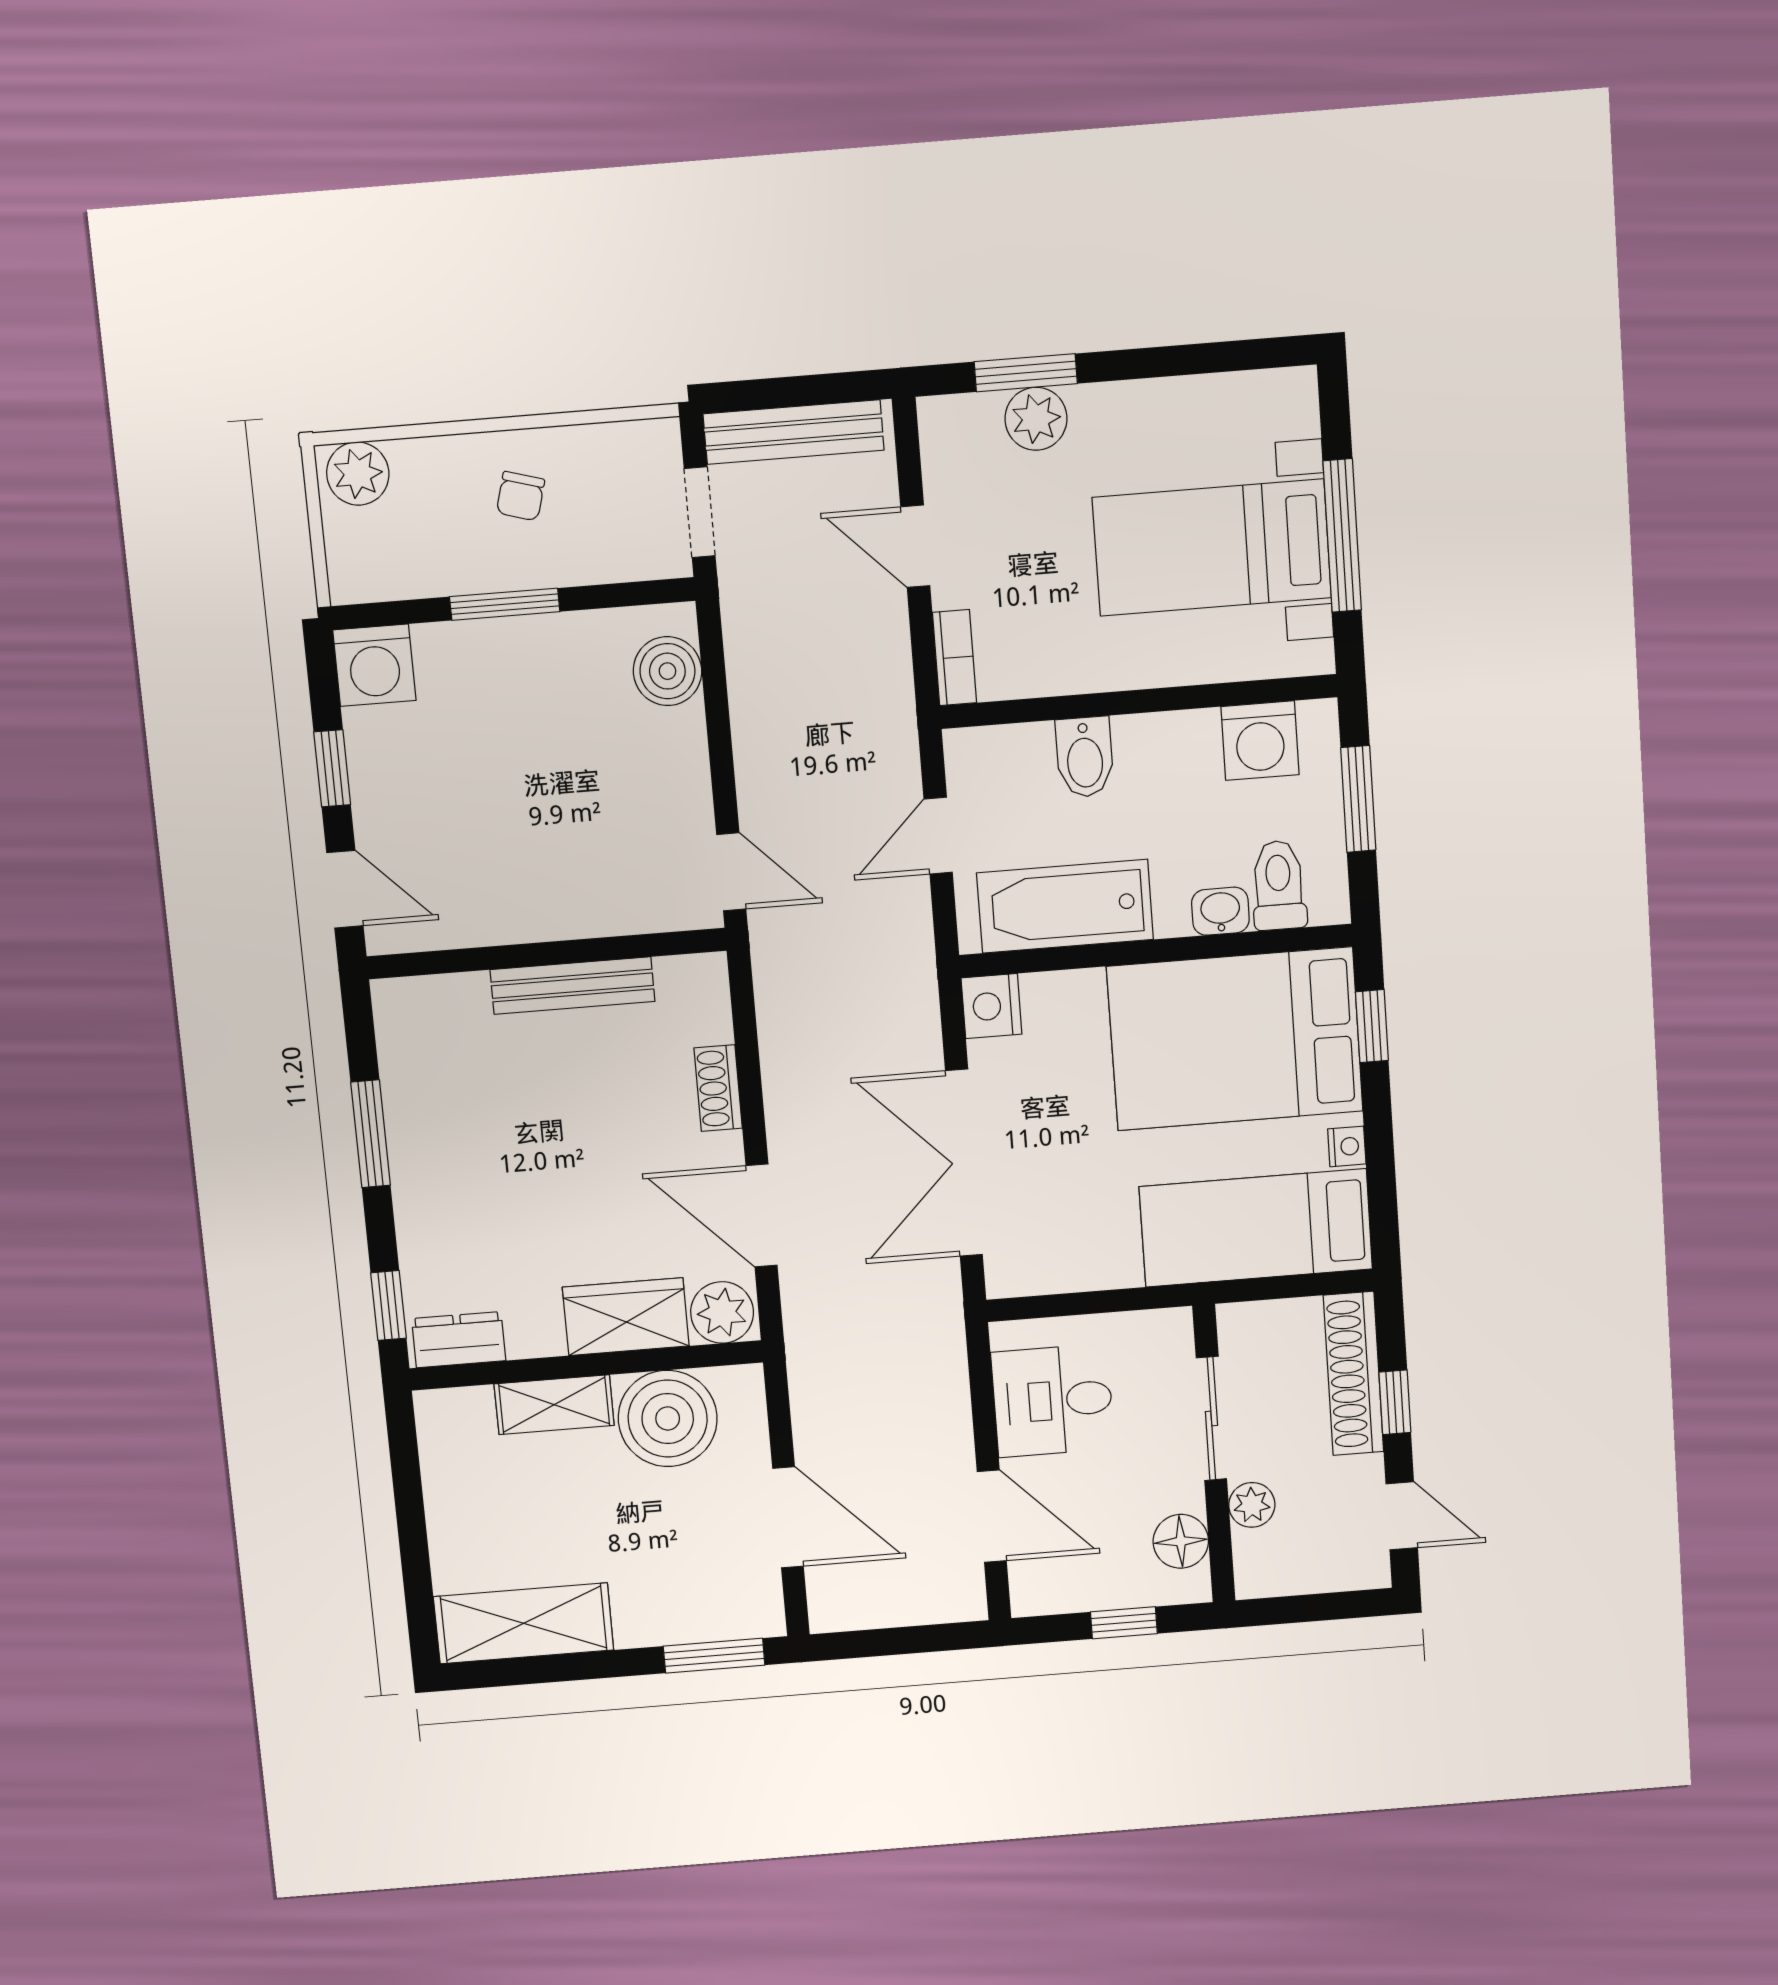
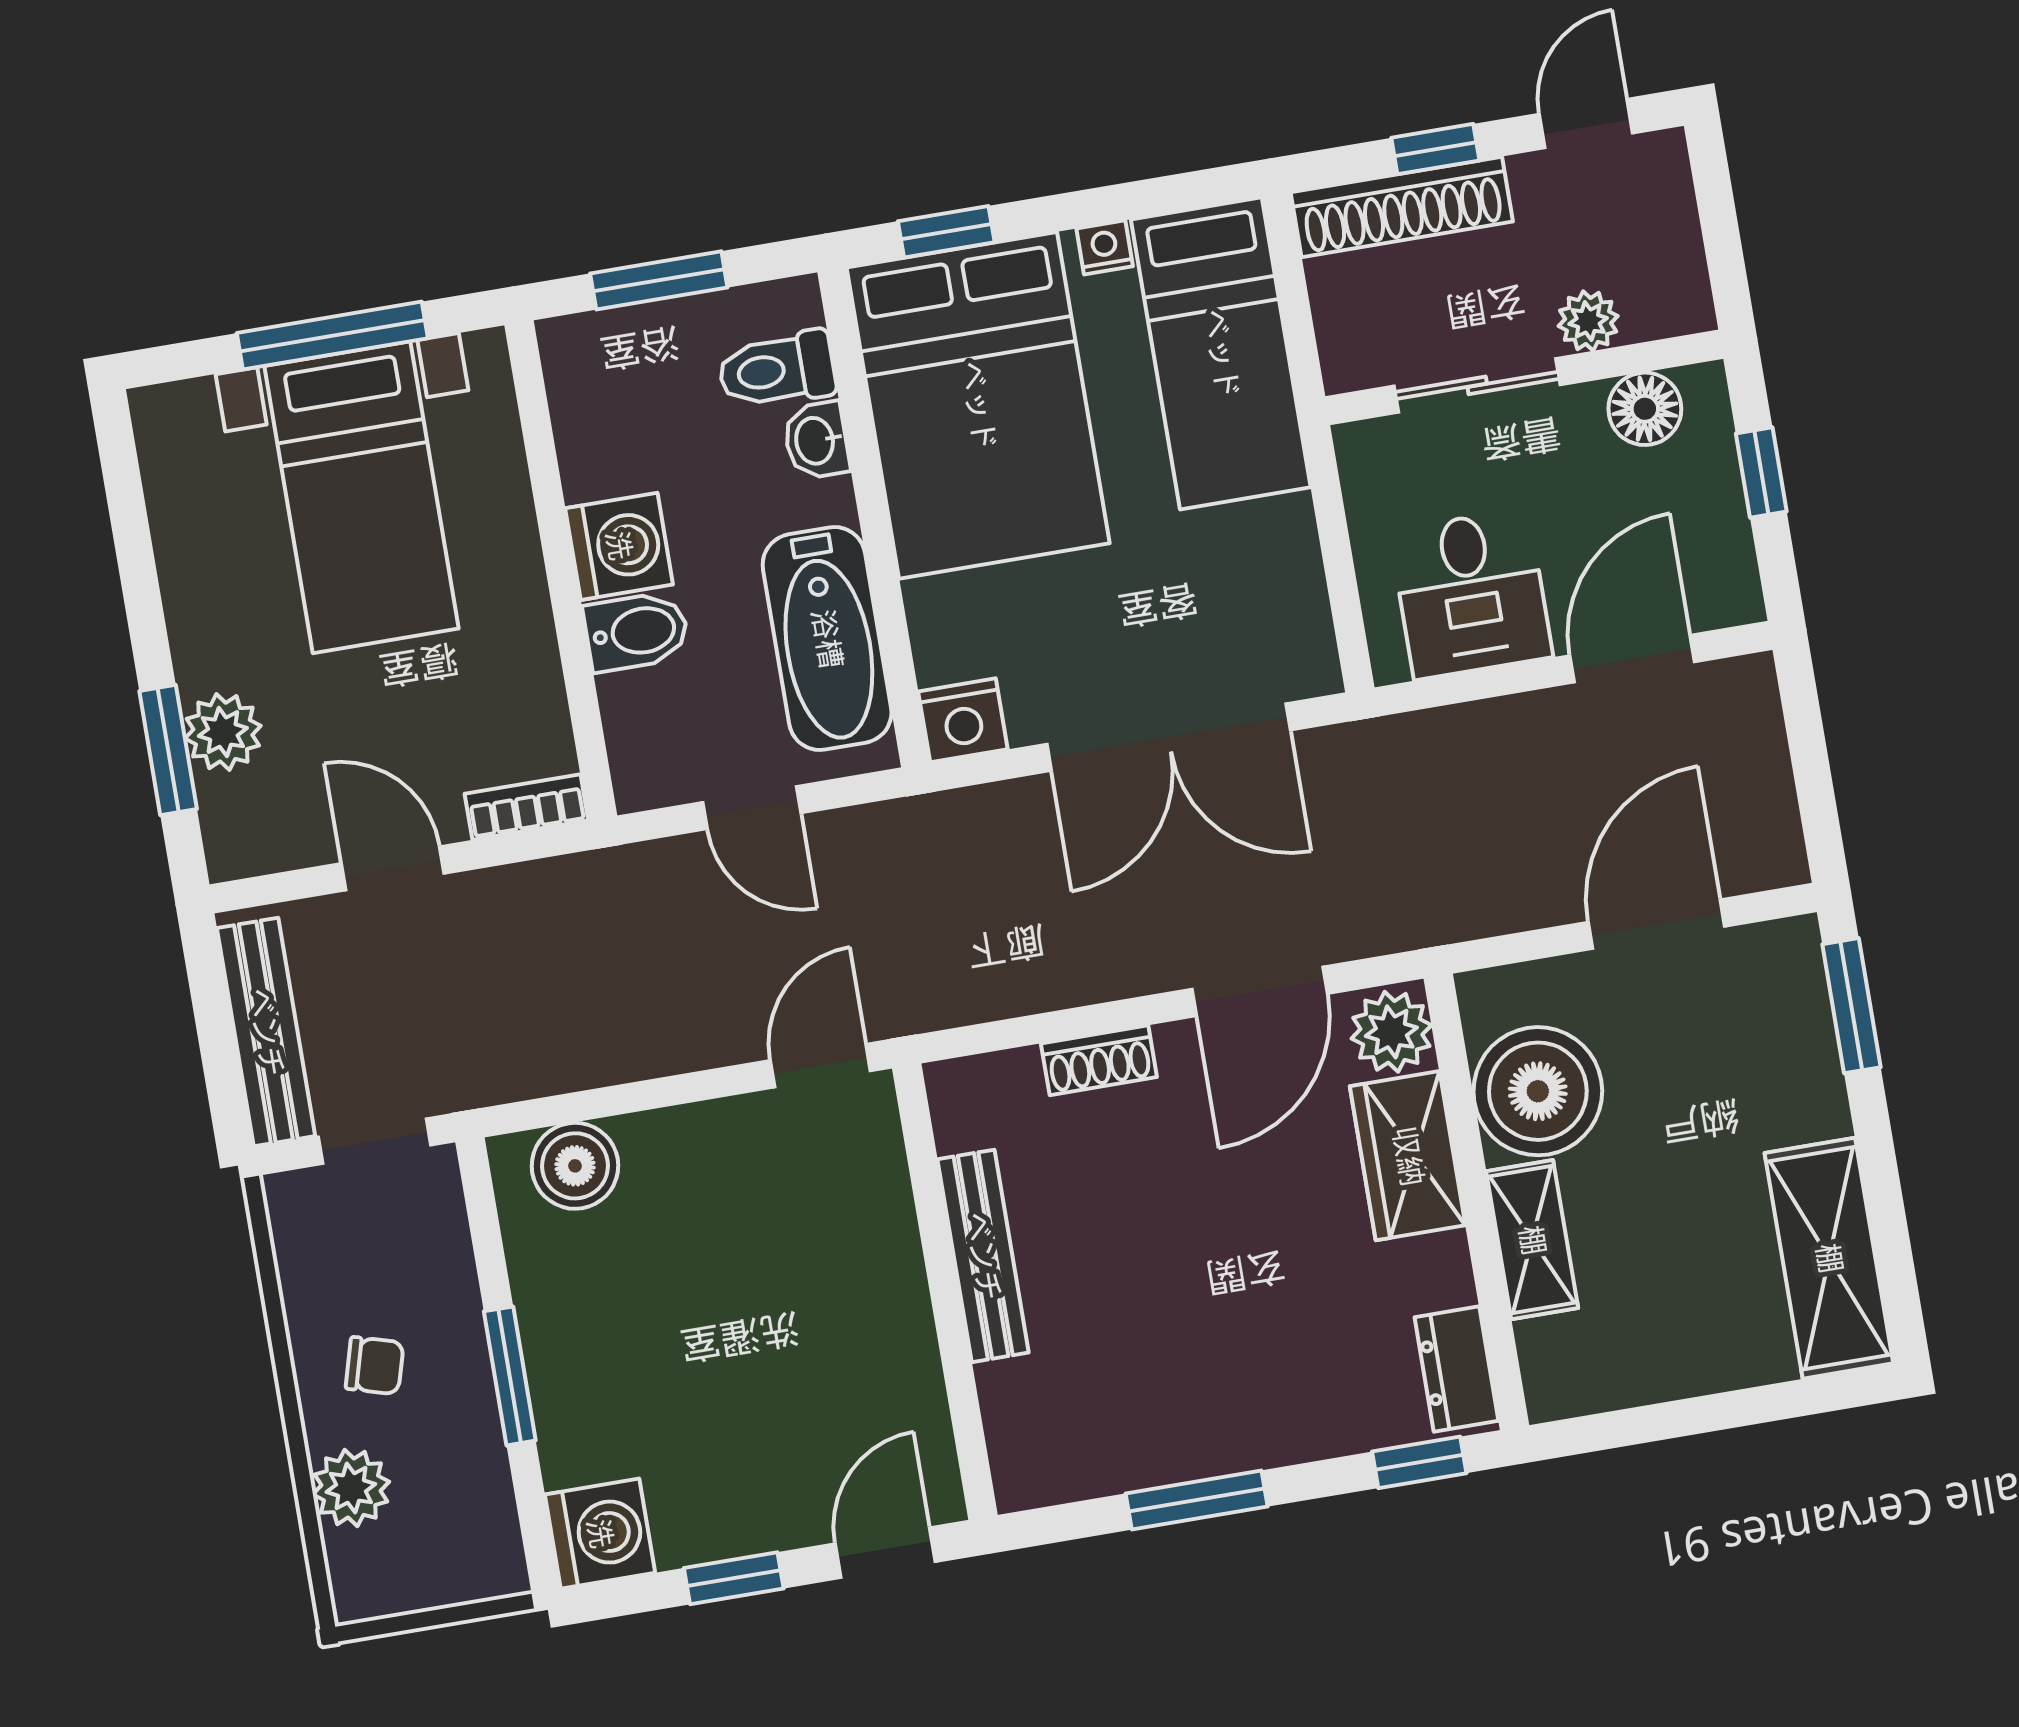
plant: (358, 474) -> (351, 1488), moved
door: (915, 546) -> (393, 868), swing flipped
washing machine: (1260, 741) -> (619, 546), moved

